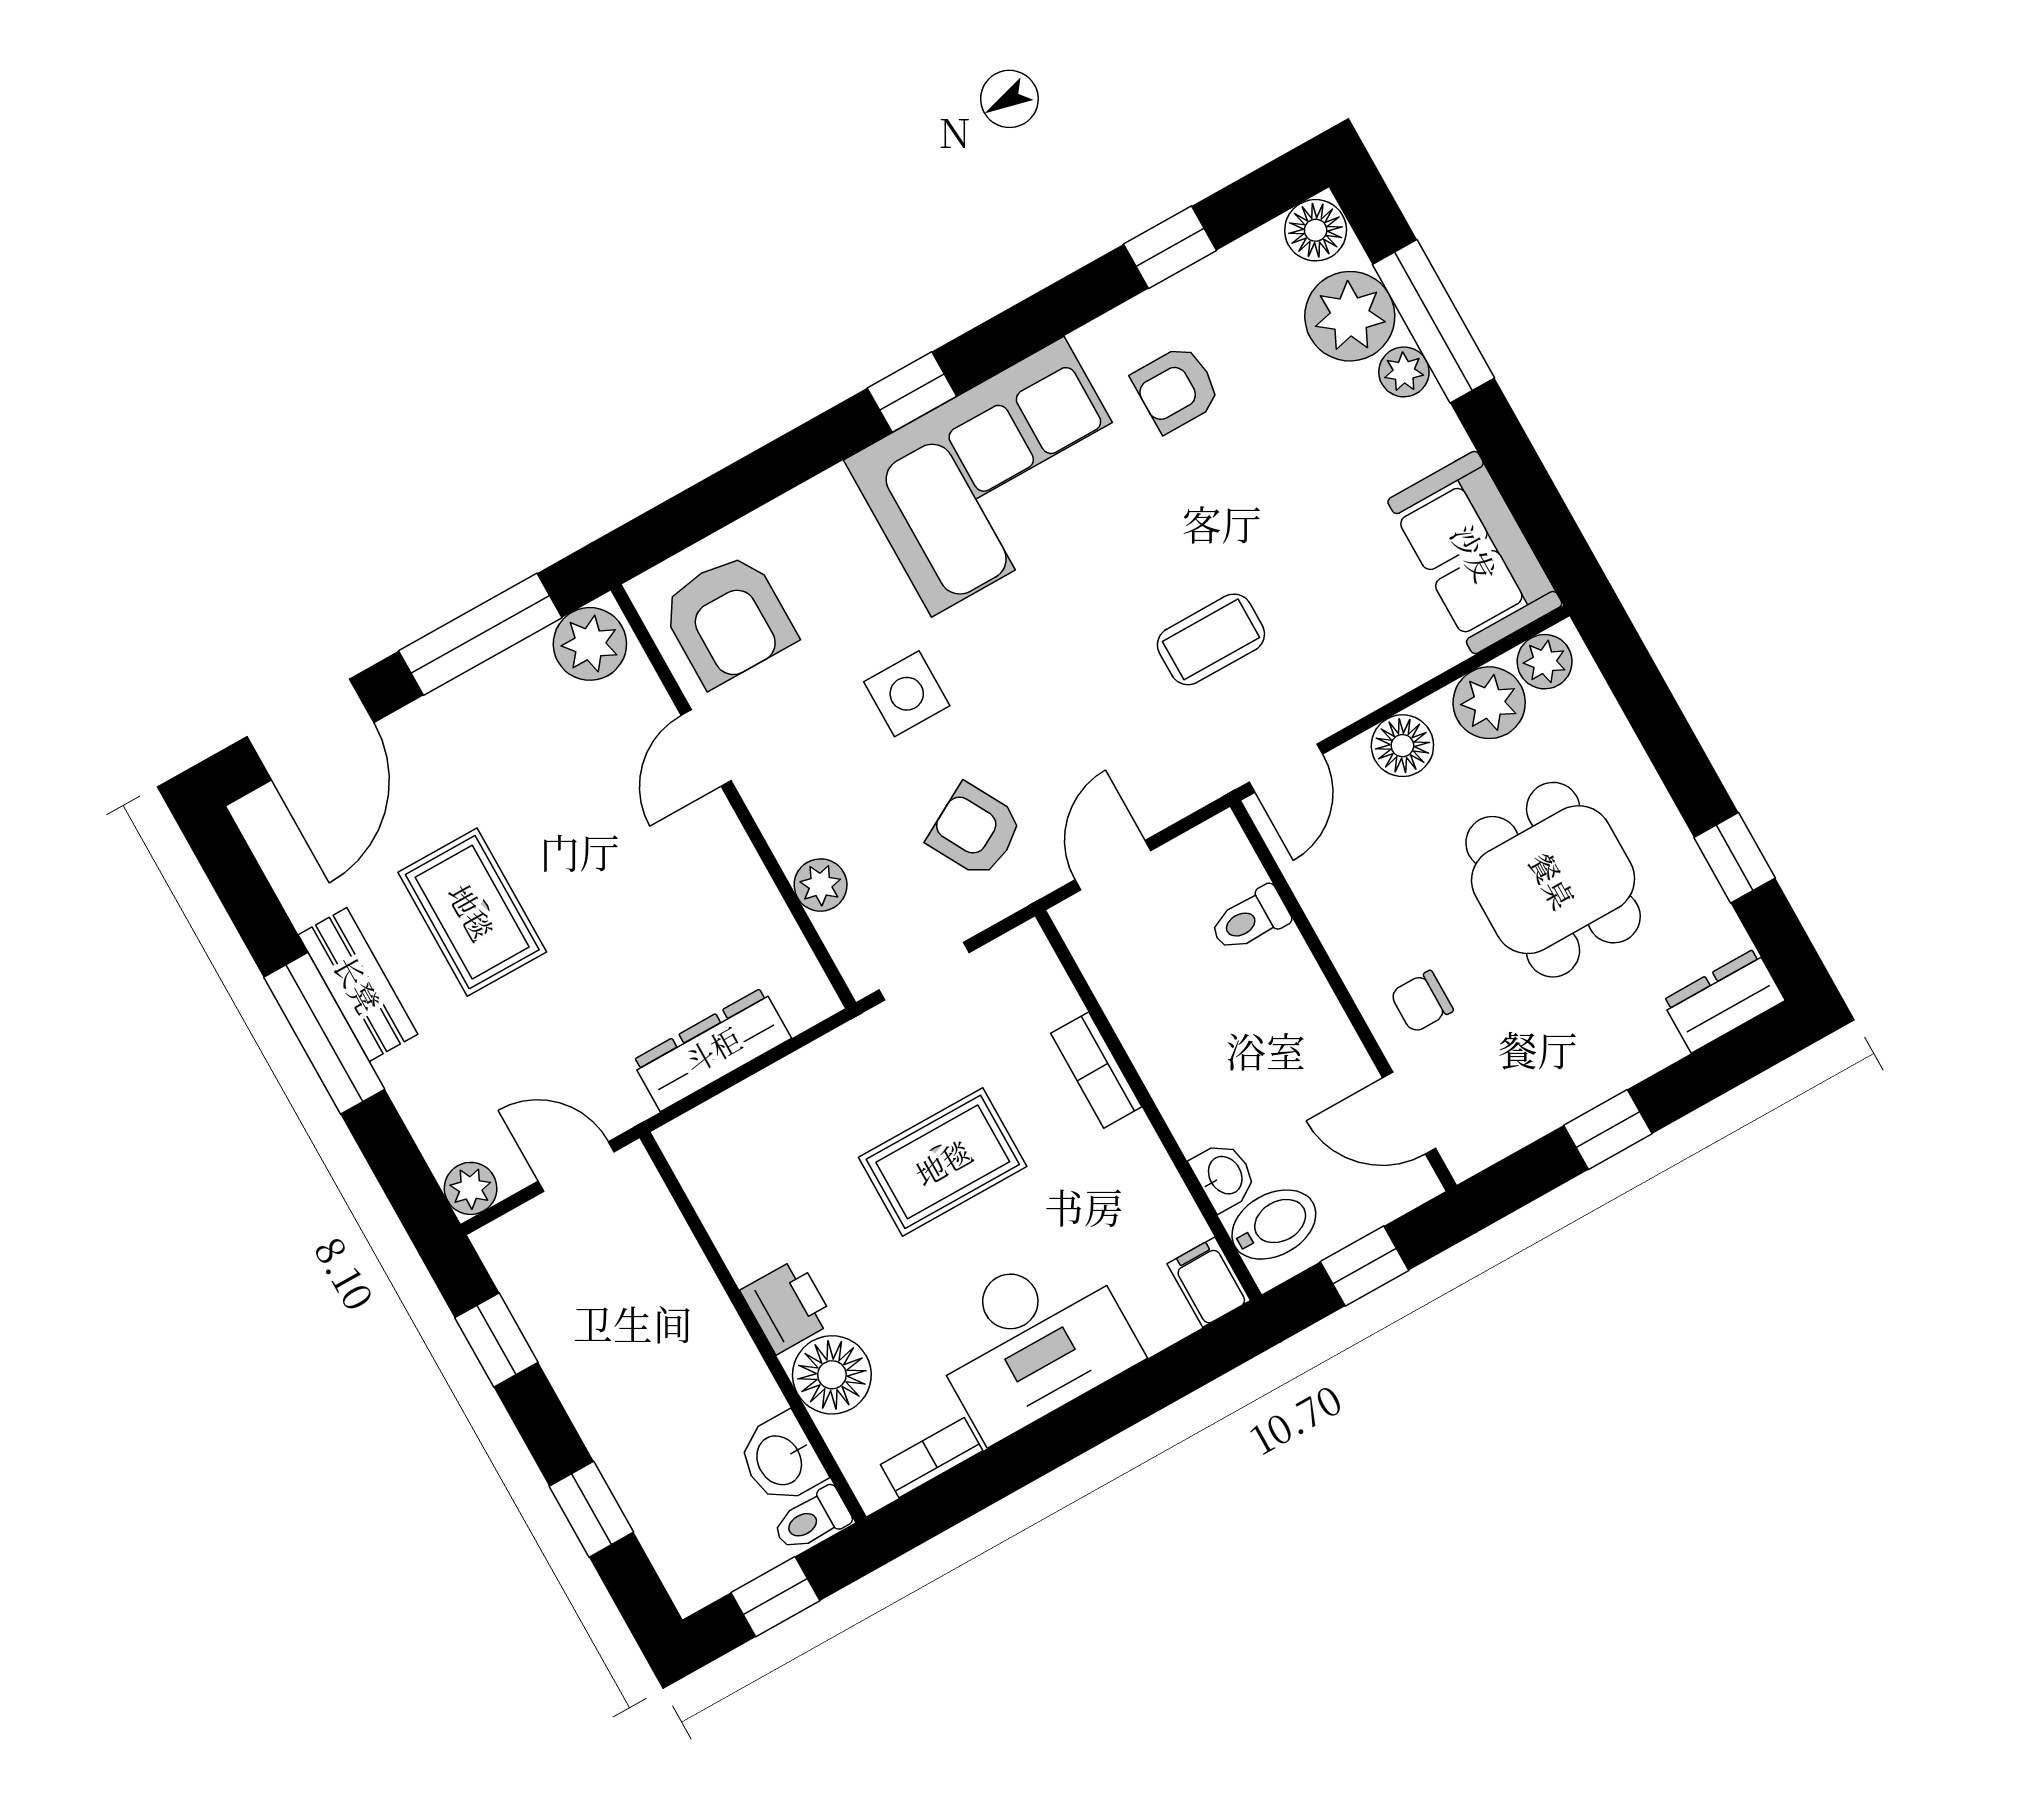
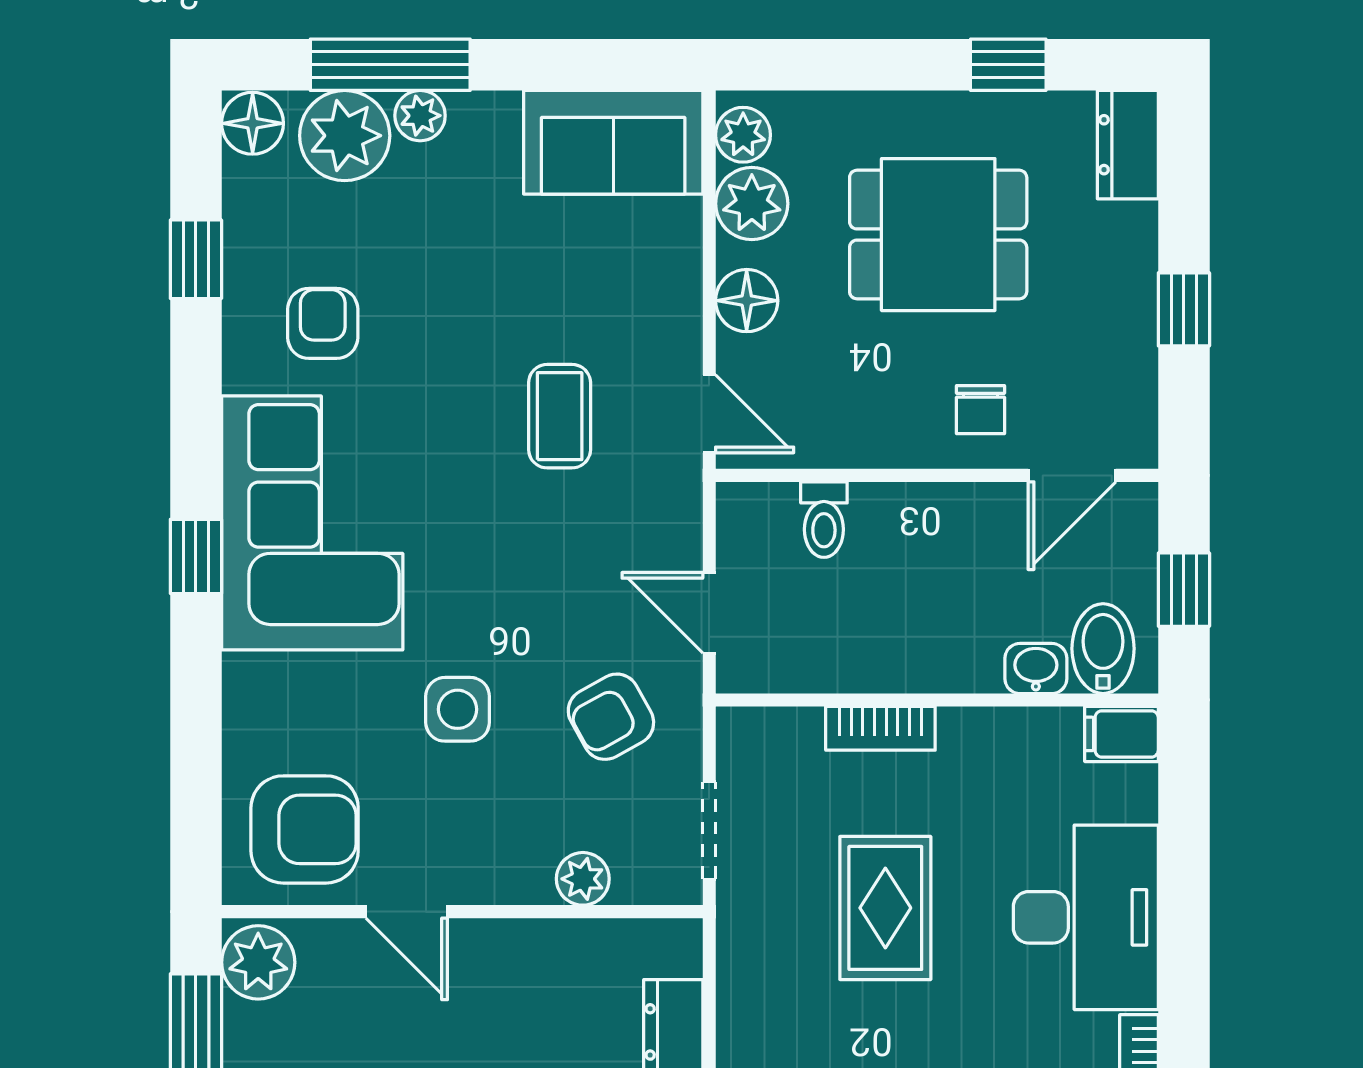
armchair: (1176, 389) -> (323, 323), turned 180

